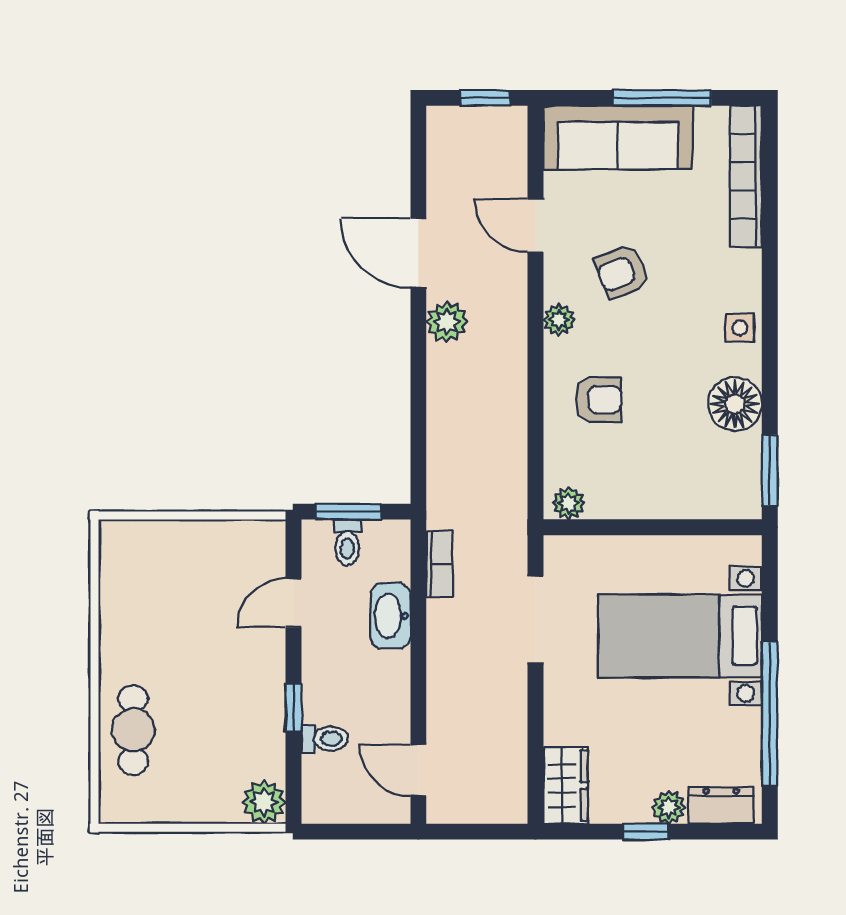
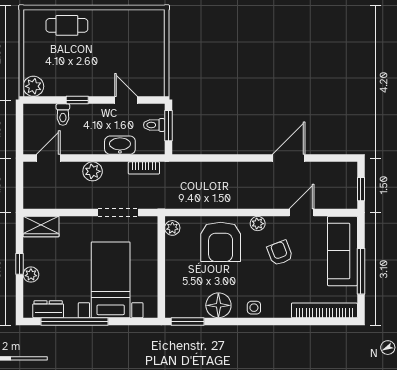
plant: (447, 322) -> (93, 171), moved
armchair: (598, 400) -> (221, 242), width x1.88, depth x1.88
dresser: (721, 805) -> (48, 309), moved, turned -90

